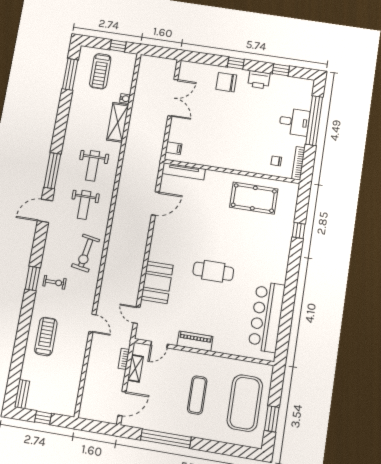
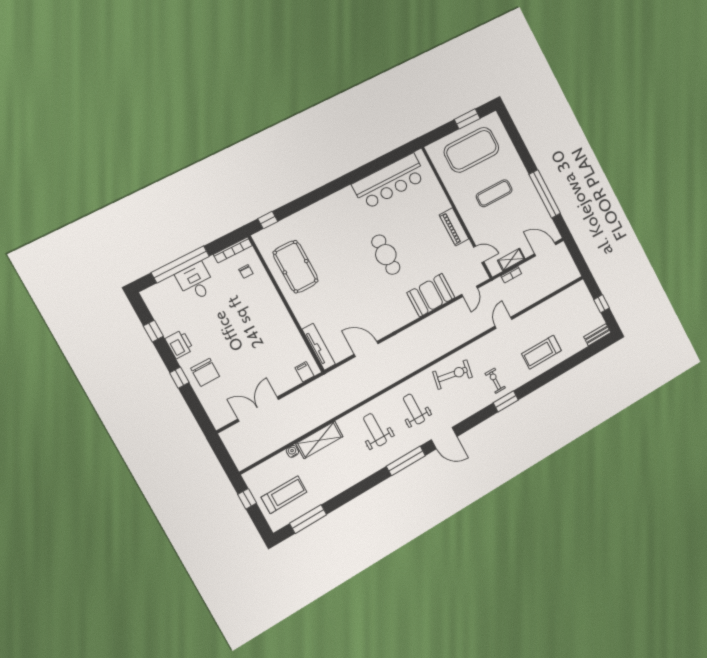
weight bench: (93, 166) -> (375, 430), turned -90
weight bench: (84, 205) -> (414, 409), turned -90
window: (299, 230) -> (268, 220), moved

